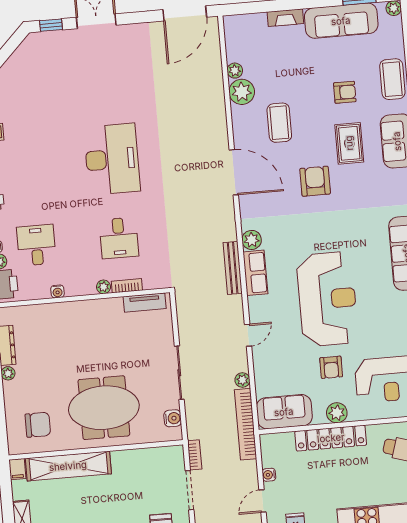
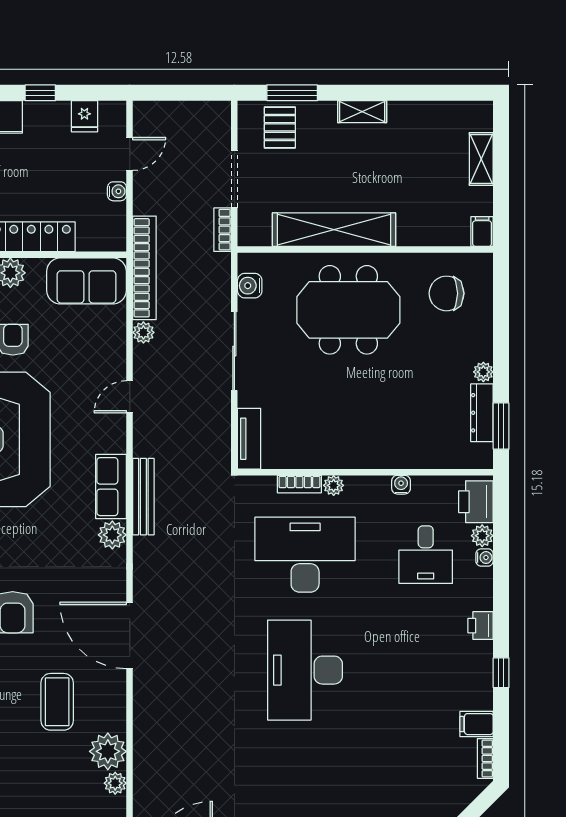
desk: (119, 238) -> (305, 555), width x1.87, depth x1.30
tv unit: (145, 303) -> (249, 439), moved, turned 90
shelving: (68, 466) -> (334, 230), moved

